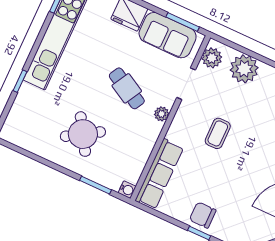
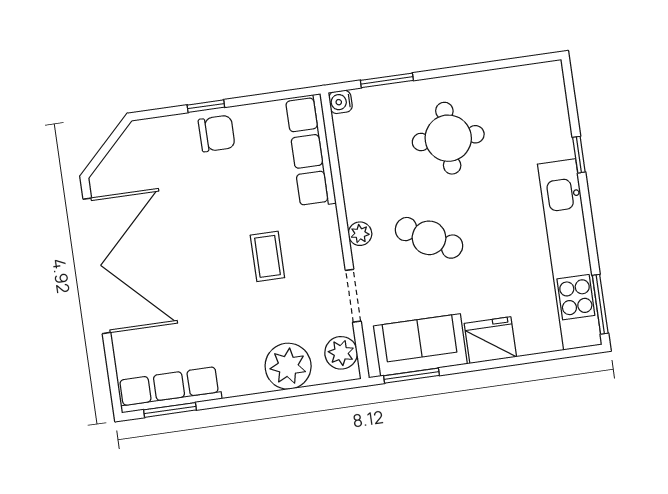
round table: (83, 134) -> (448, 138), turned 32

